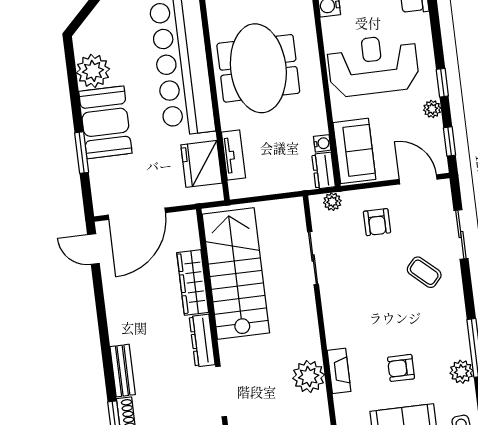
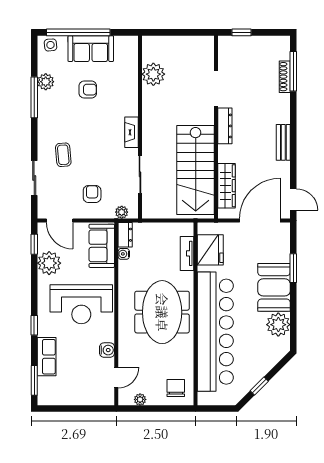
window: (442, 83) -> (34, 325), moved
plant: (432, 109) -> (49, 263), width x1.87, depth x1.87
coffee table: (424, 272) -> (63, 155), turned 43
wardrobe: (193, 282) -> (227, 186), moved
bench: (123, 371) -> (283, 142), moved
fireplace: (339, 371) -> (132, 132), moved
plant: (309, 376) -> (153, 74), moved

